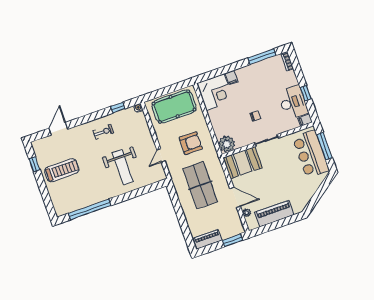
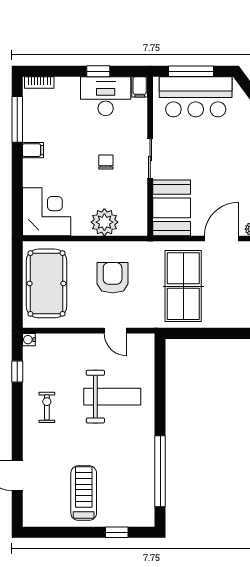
filing cabinet: (231, 78) -> (33, 150), moved
plant: (227, 144) -> (104, 222), moved
window: (35, 164) -> (117, 532), moved
table tennis table: (200, 185) -> (183, 286), turned 90

